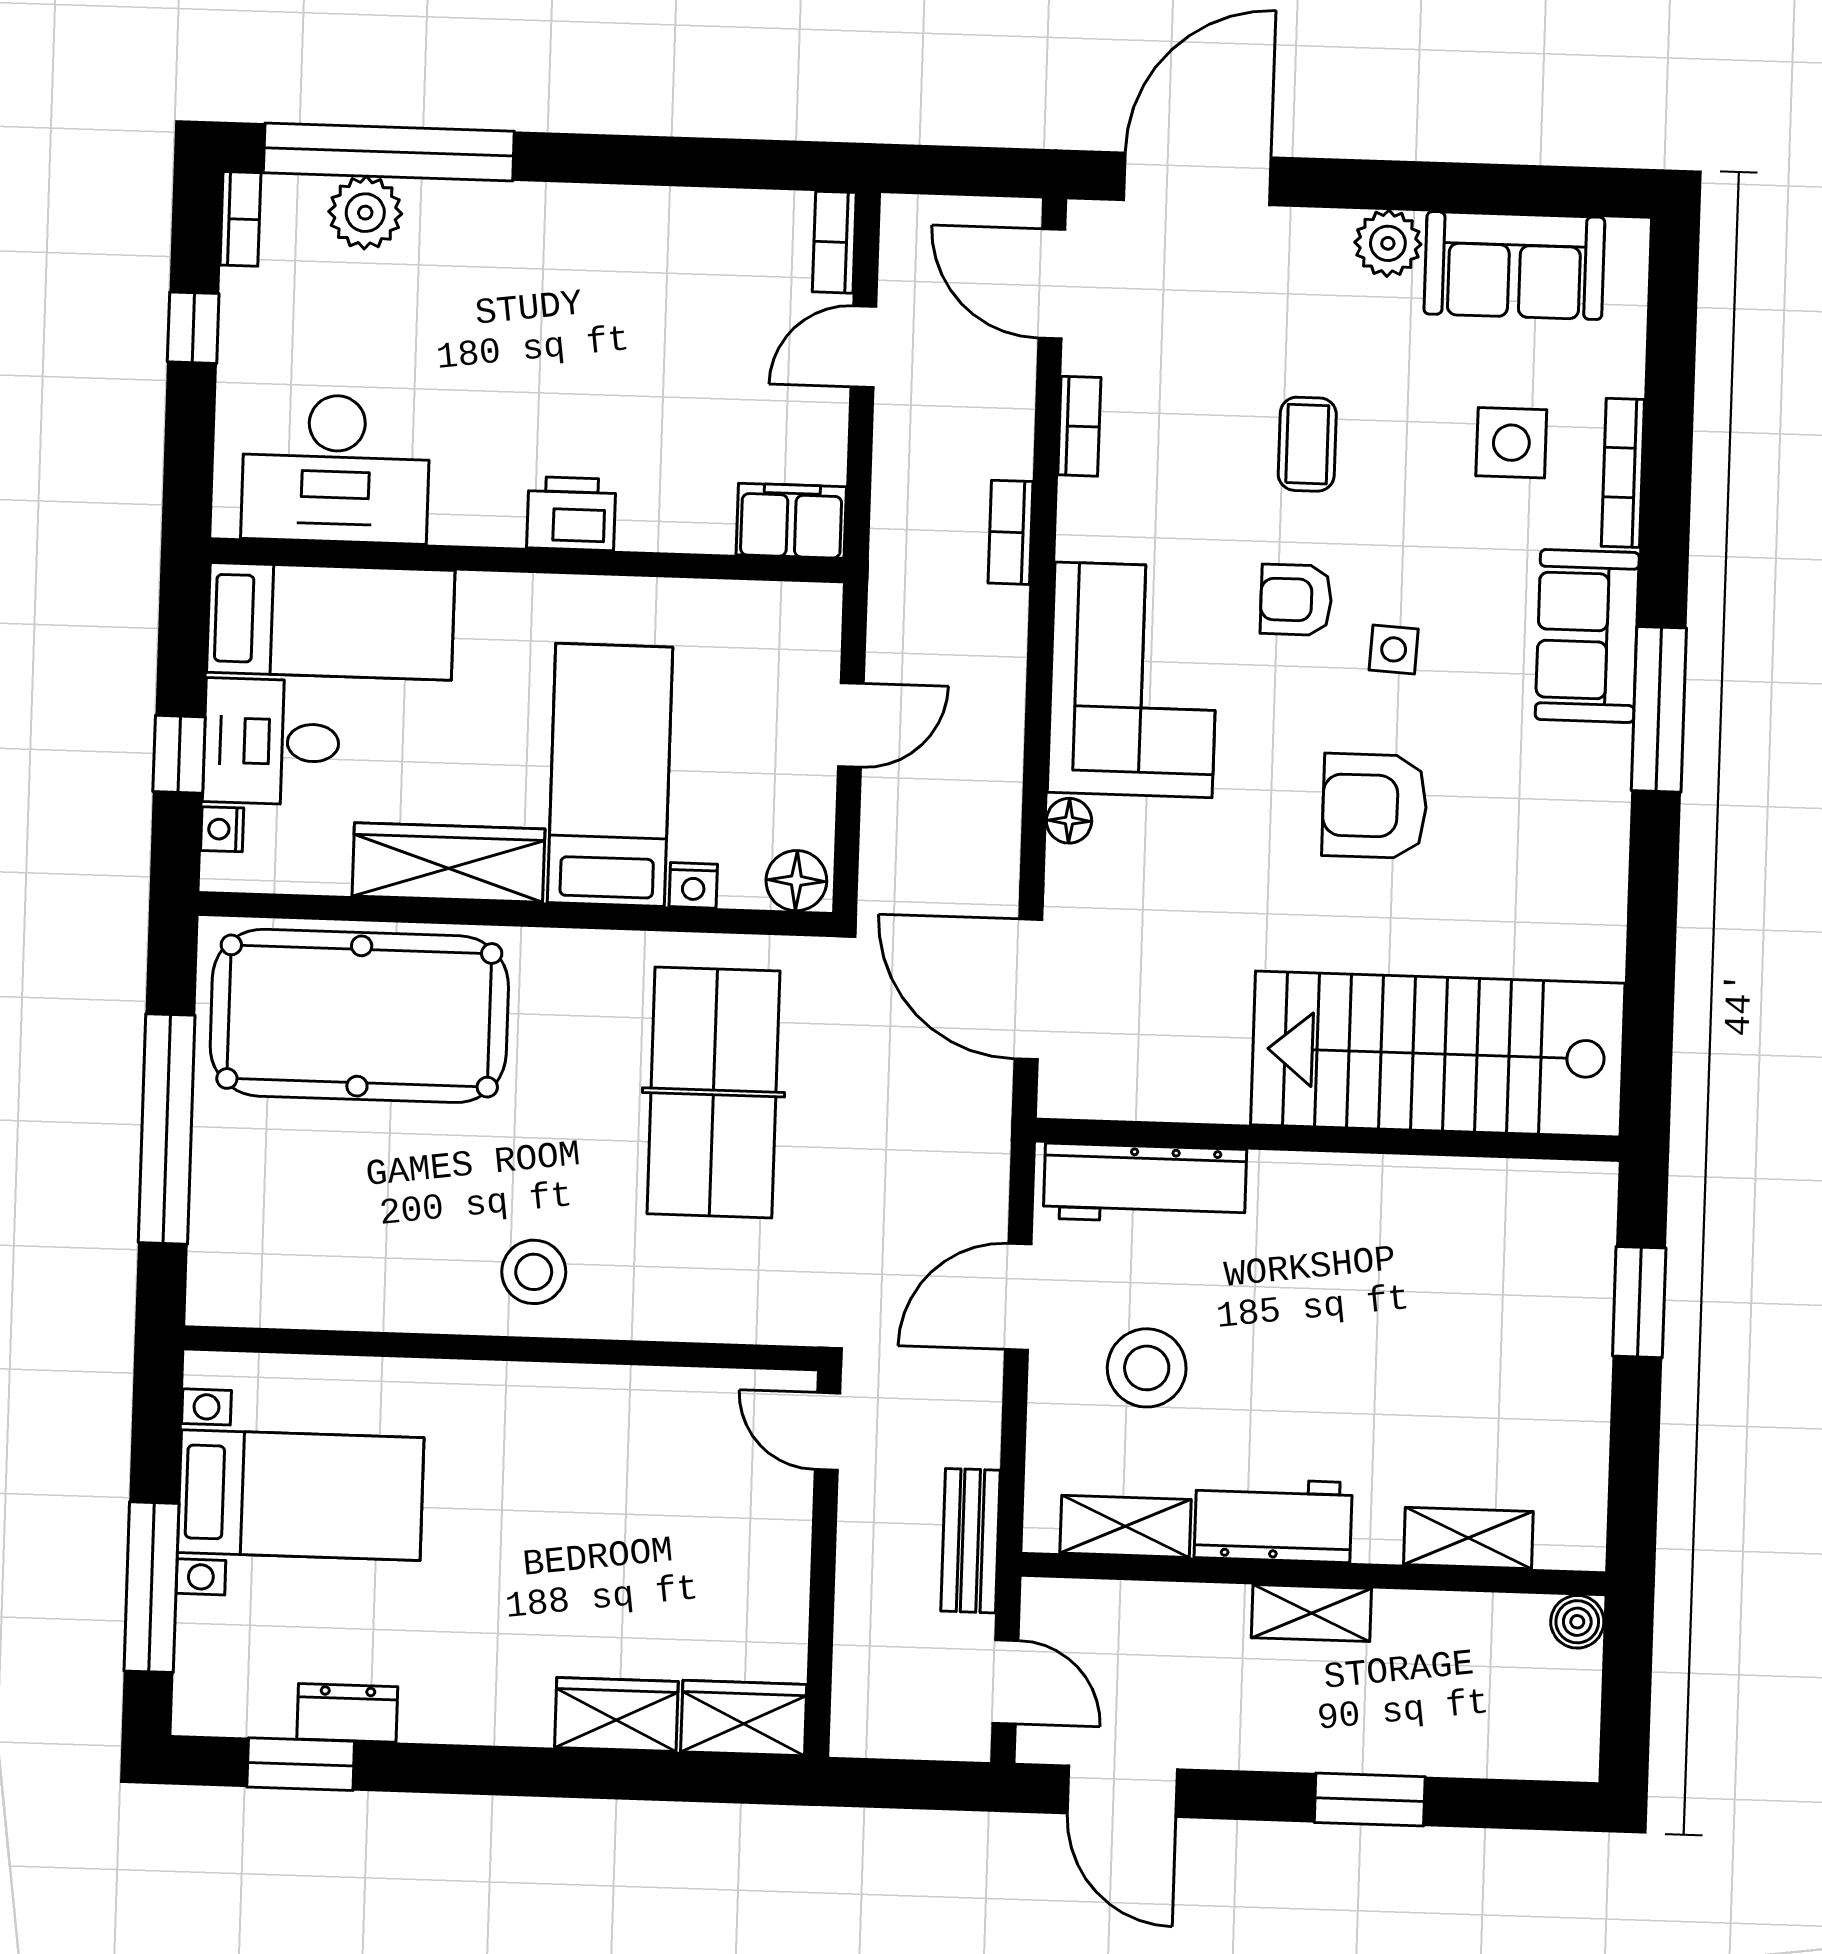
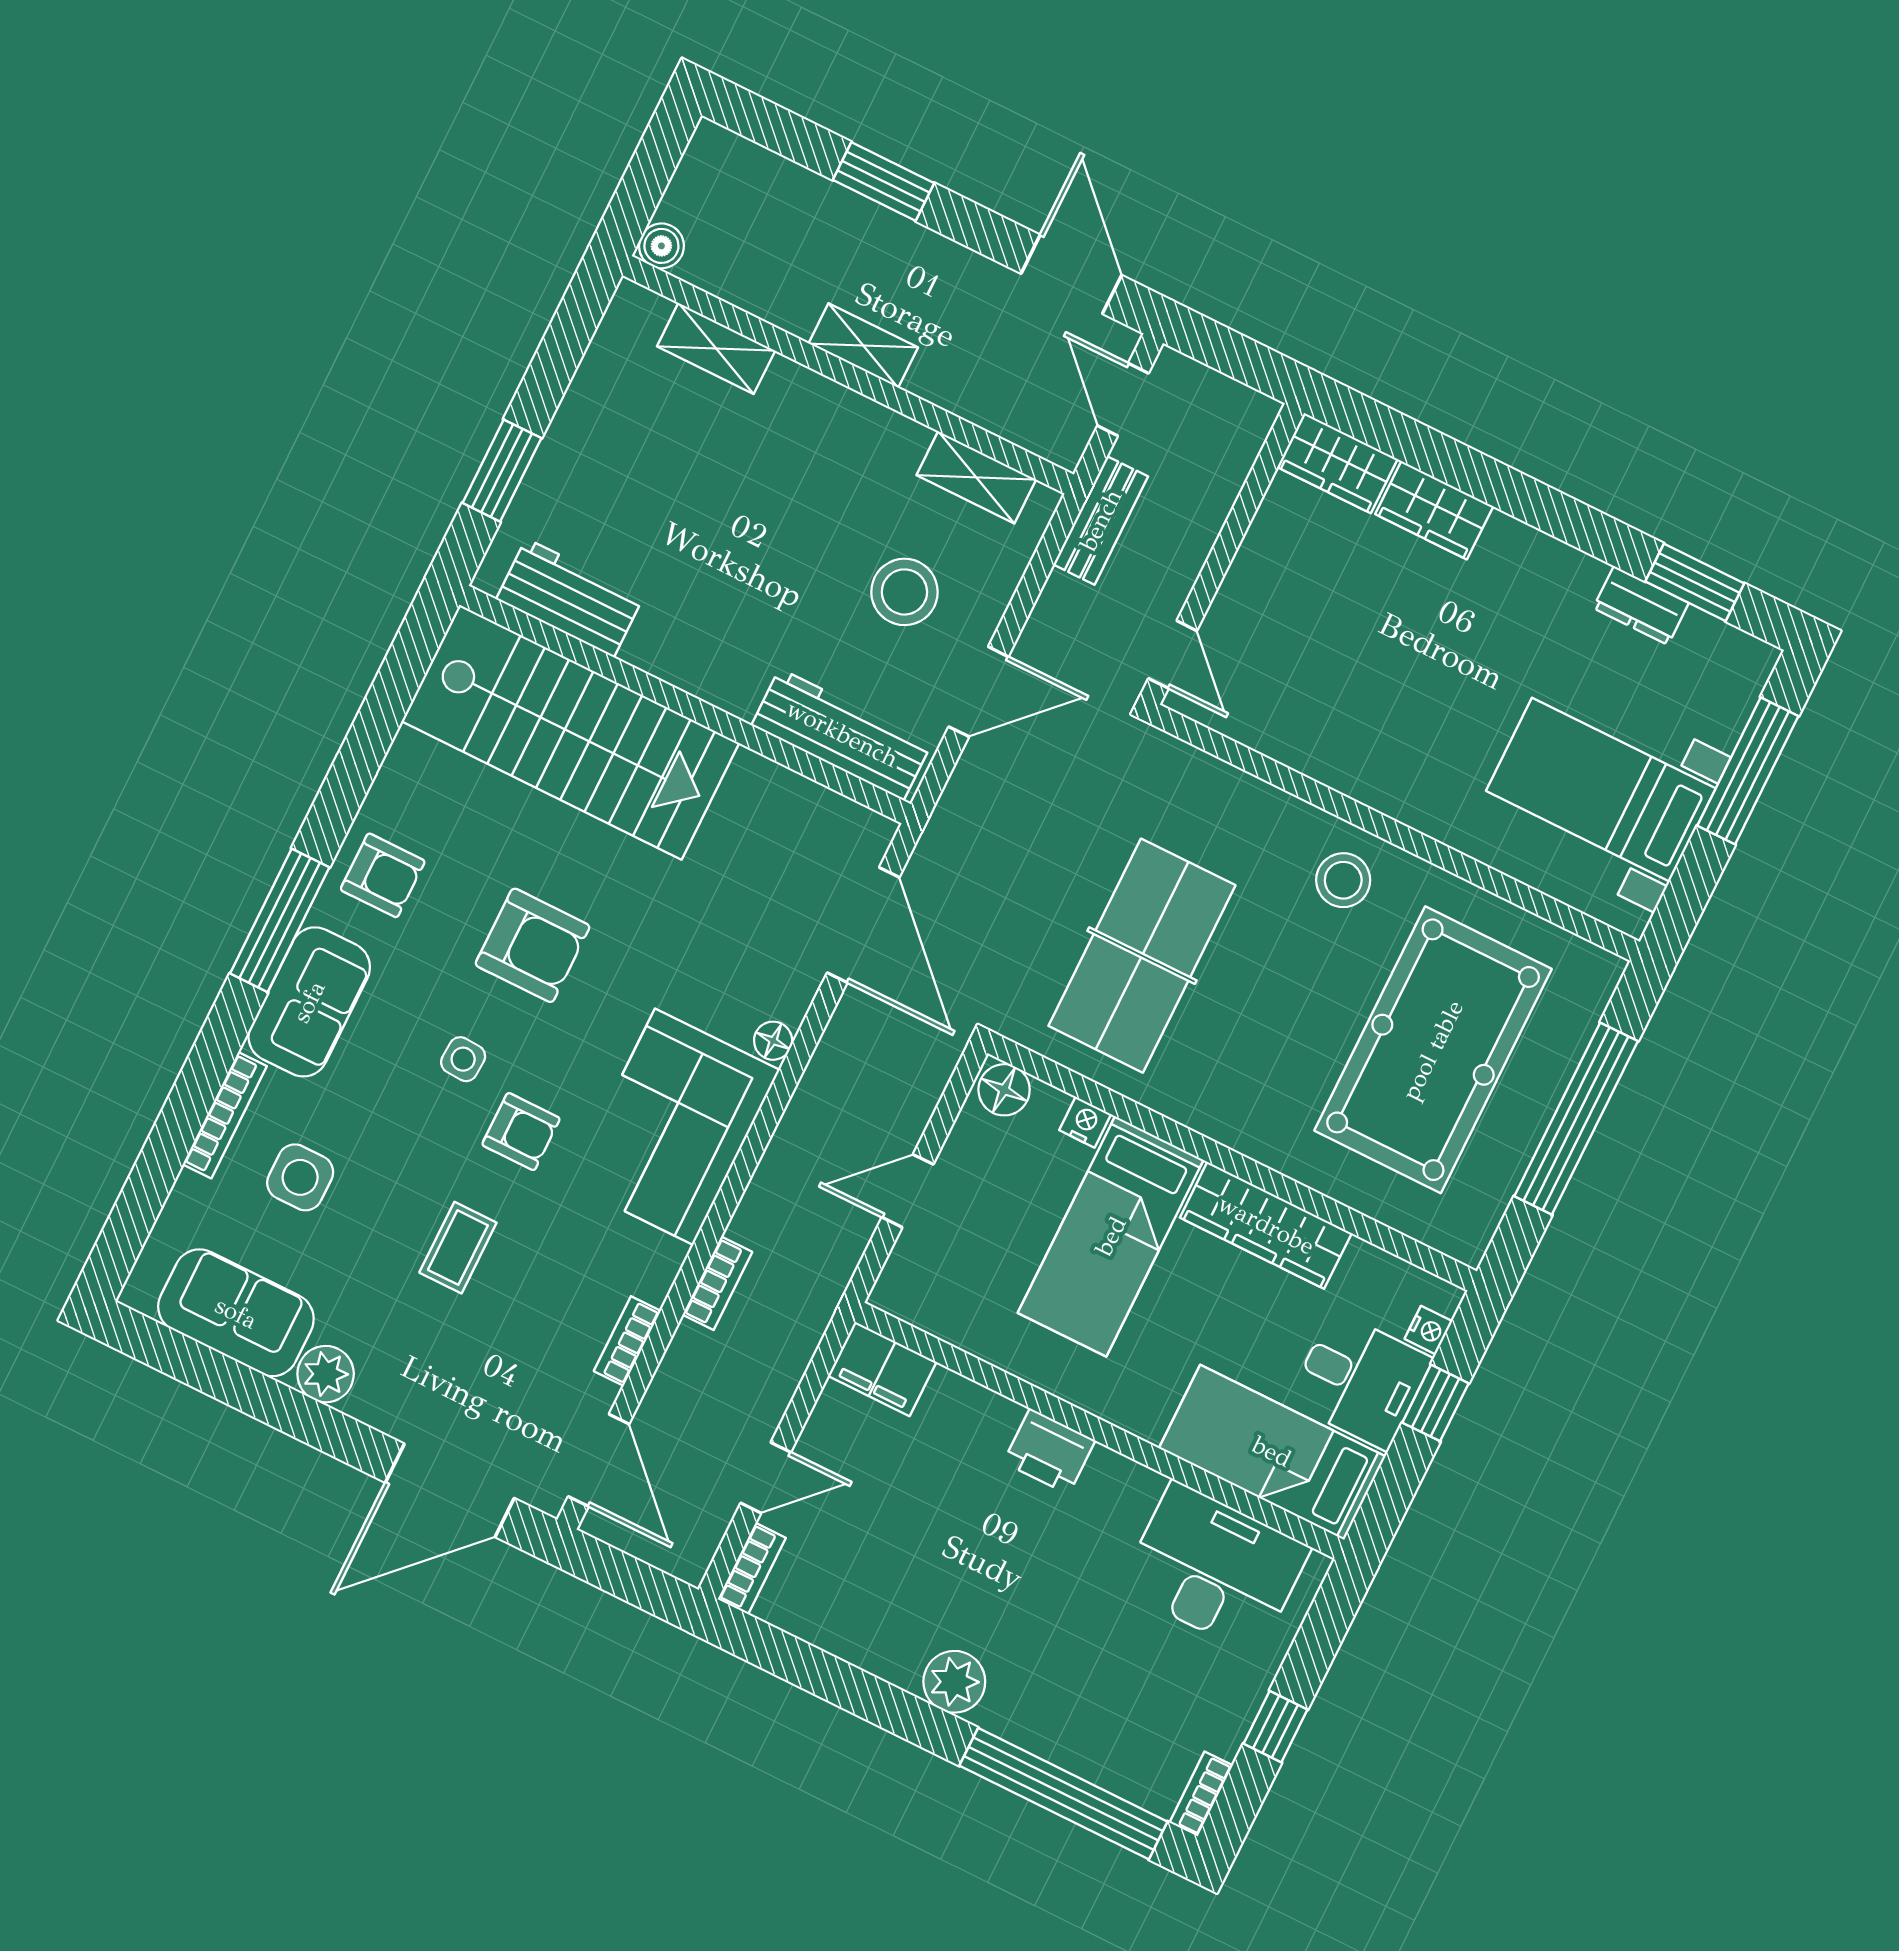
plant: (365, 213) -> (954, 1682), moved
armchair: (1570, 808) -> (383, 875), added
pool table: (359, 1016) -> (1433, 1050), moved, turned 90
workbench: (1273, 1520) -> (570, 598), moved, turned 180

